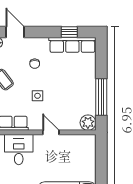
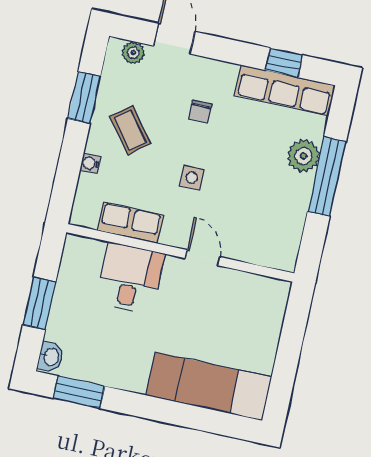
window: (101, 97) -> (327, 176), moved
plant: (88, 123) -> (303, 156), moved

